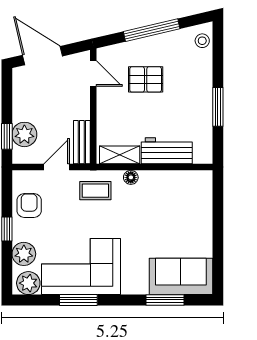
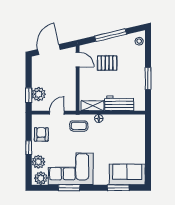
door: (43, 56) -> (49, 50), hinge flipped
bench: (82, 142) -> (71, 99), removed

